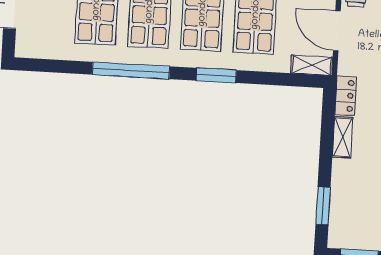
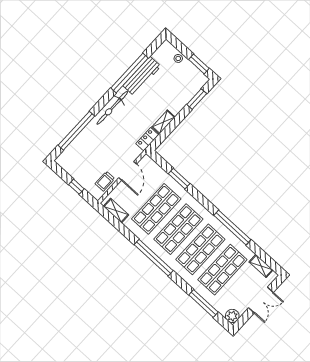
shelving: (312, 65) -> (261, 266), moved
window: (216, 75) -> (179, 179), moved

